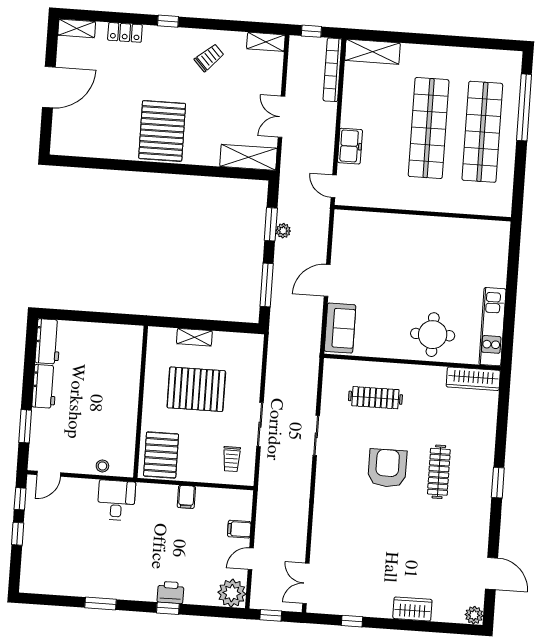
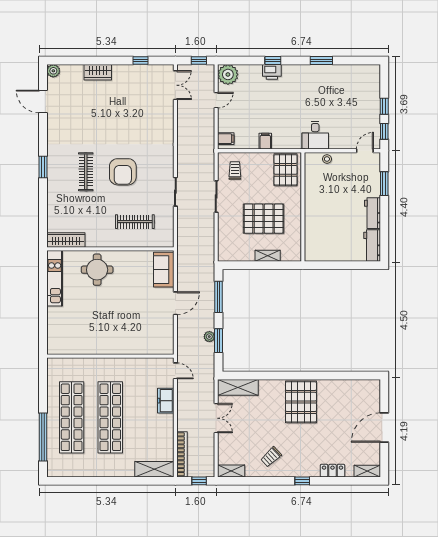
filing cabinet: (239, 529) -> (226, 139), moved

